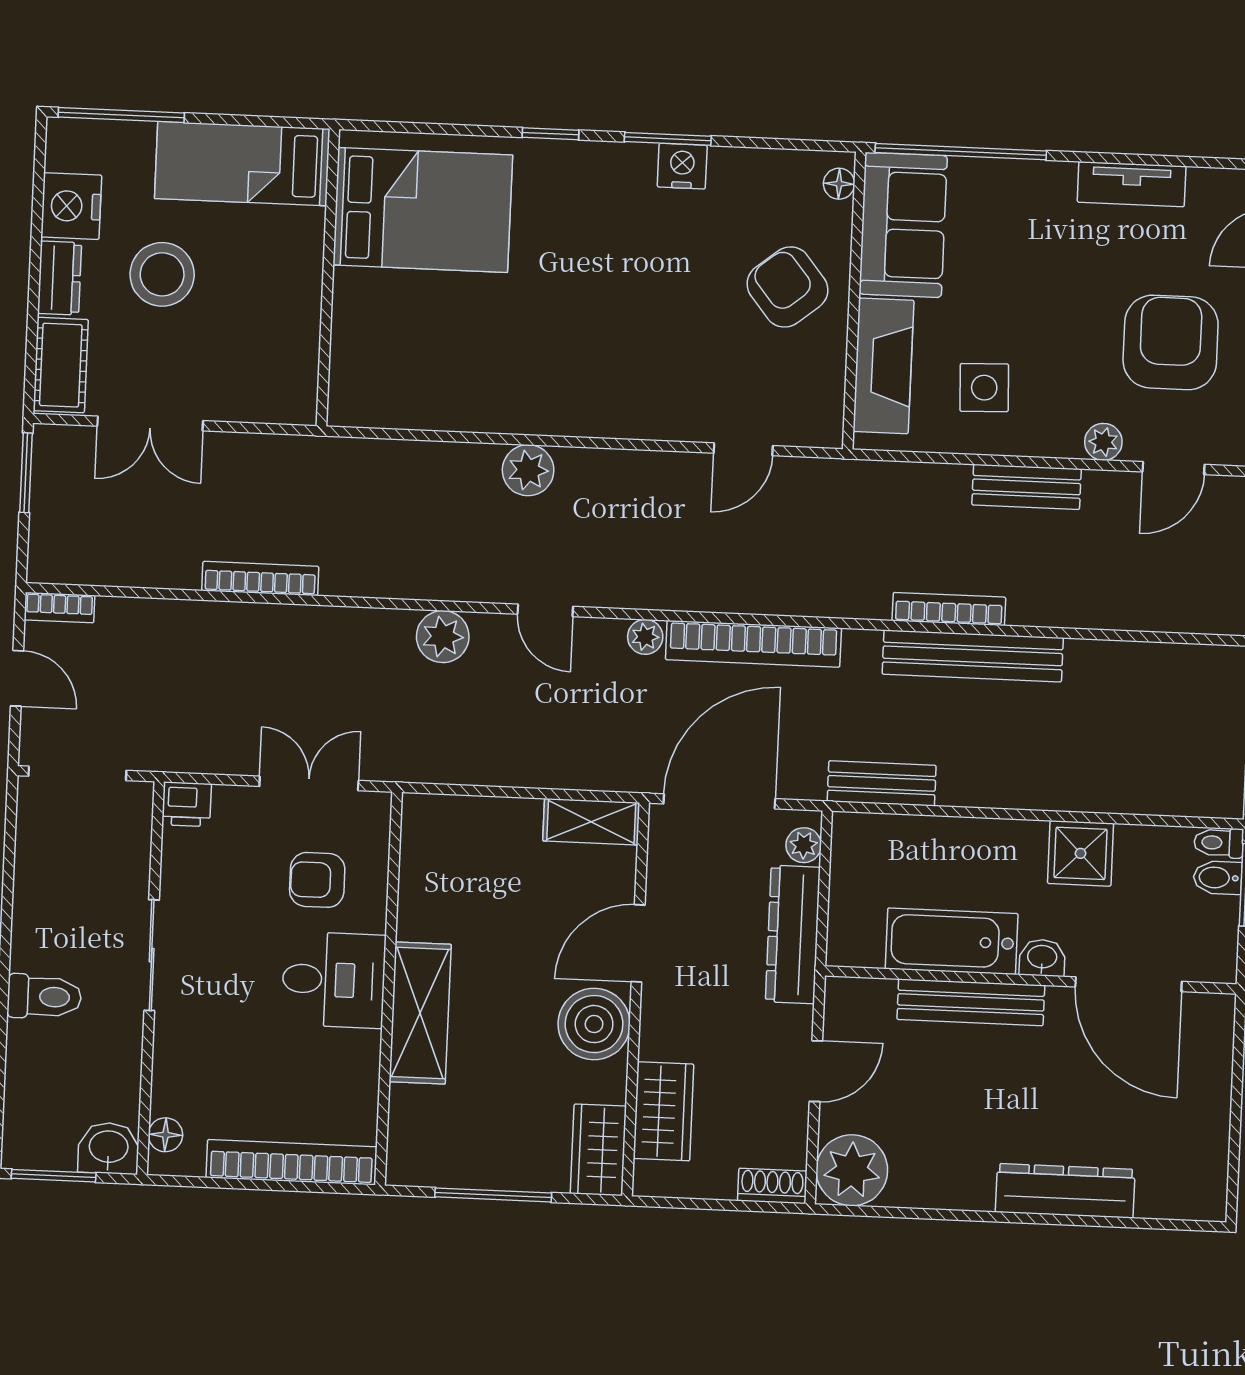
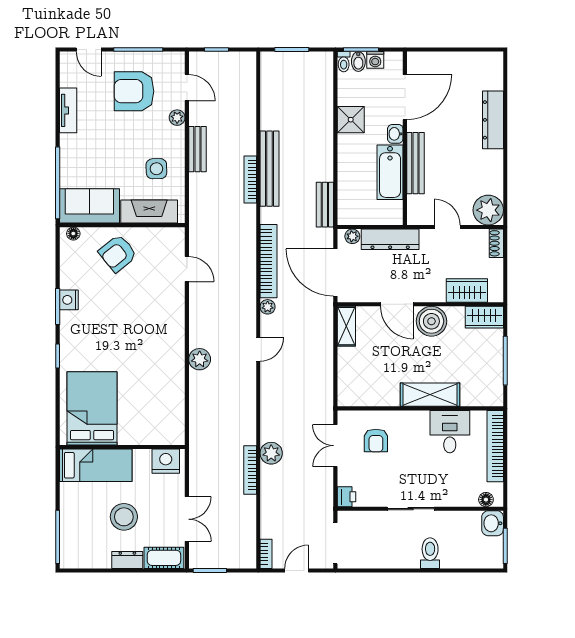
bed: (242, 164) -> (96, 465), moved, turned -90
nightstand: (71, 206) -> (166, 461), moved, turned 180
plant: (443, 637) -> (271, 453), moved
washing machine: (1220, 918) -> (375, 60), added
desk: (334, 980) -> (450, 432), moved

